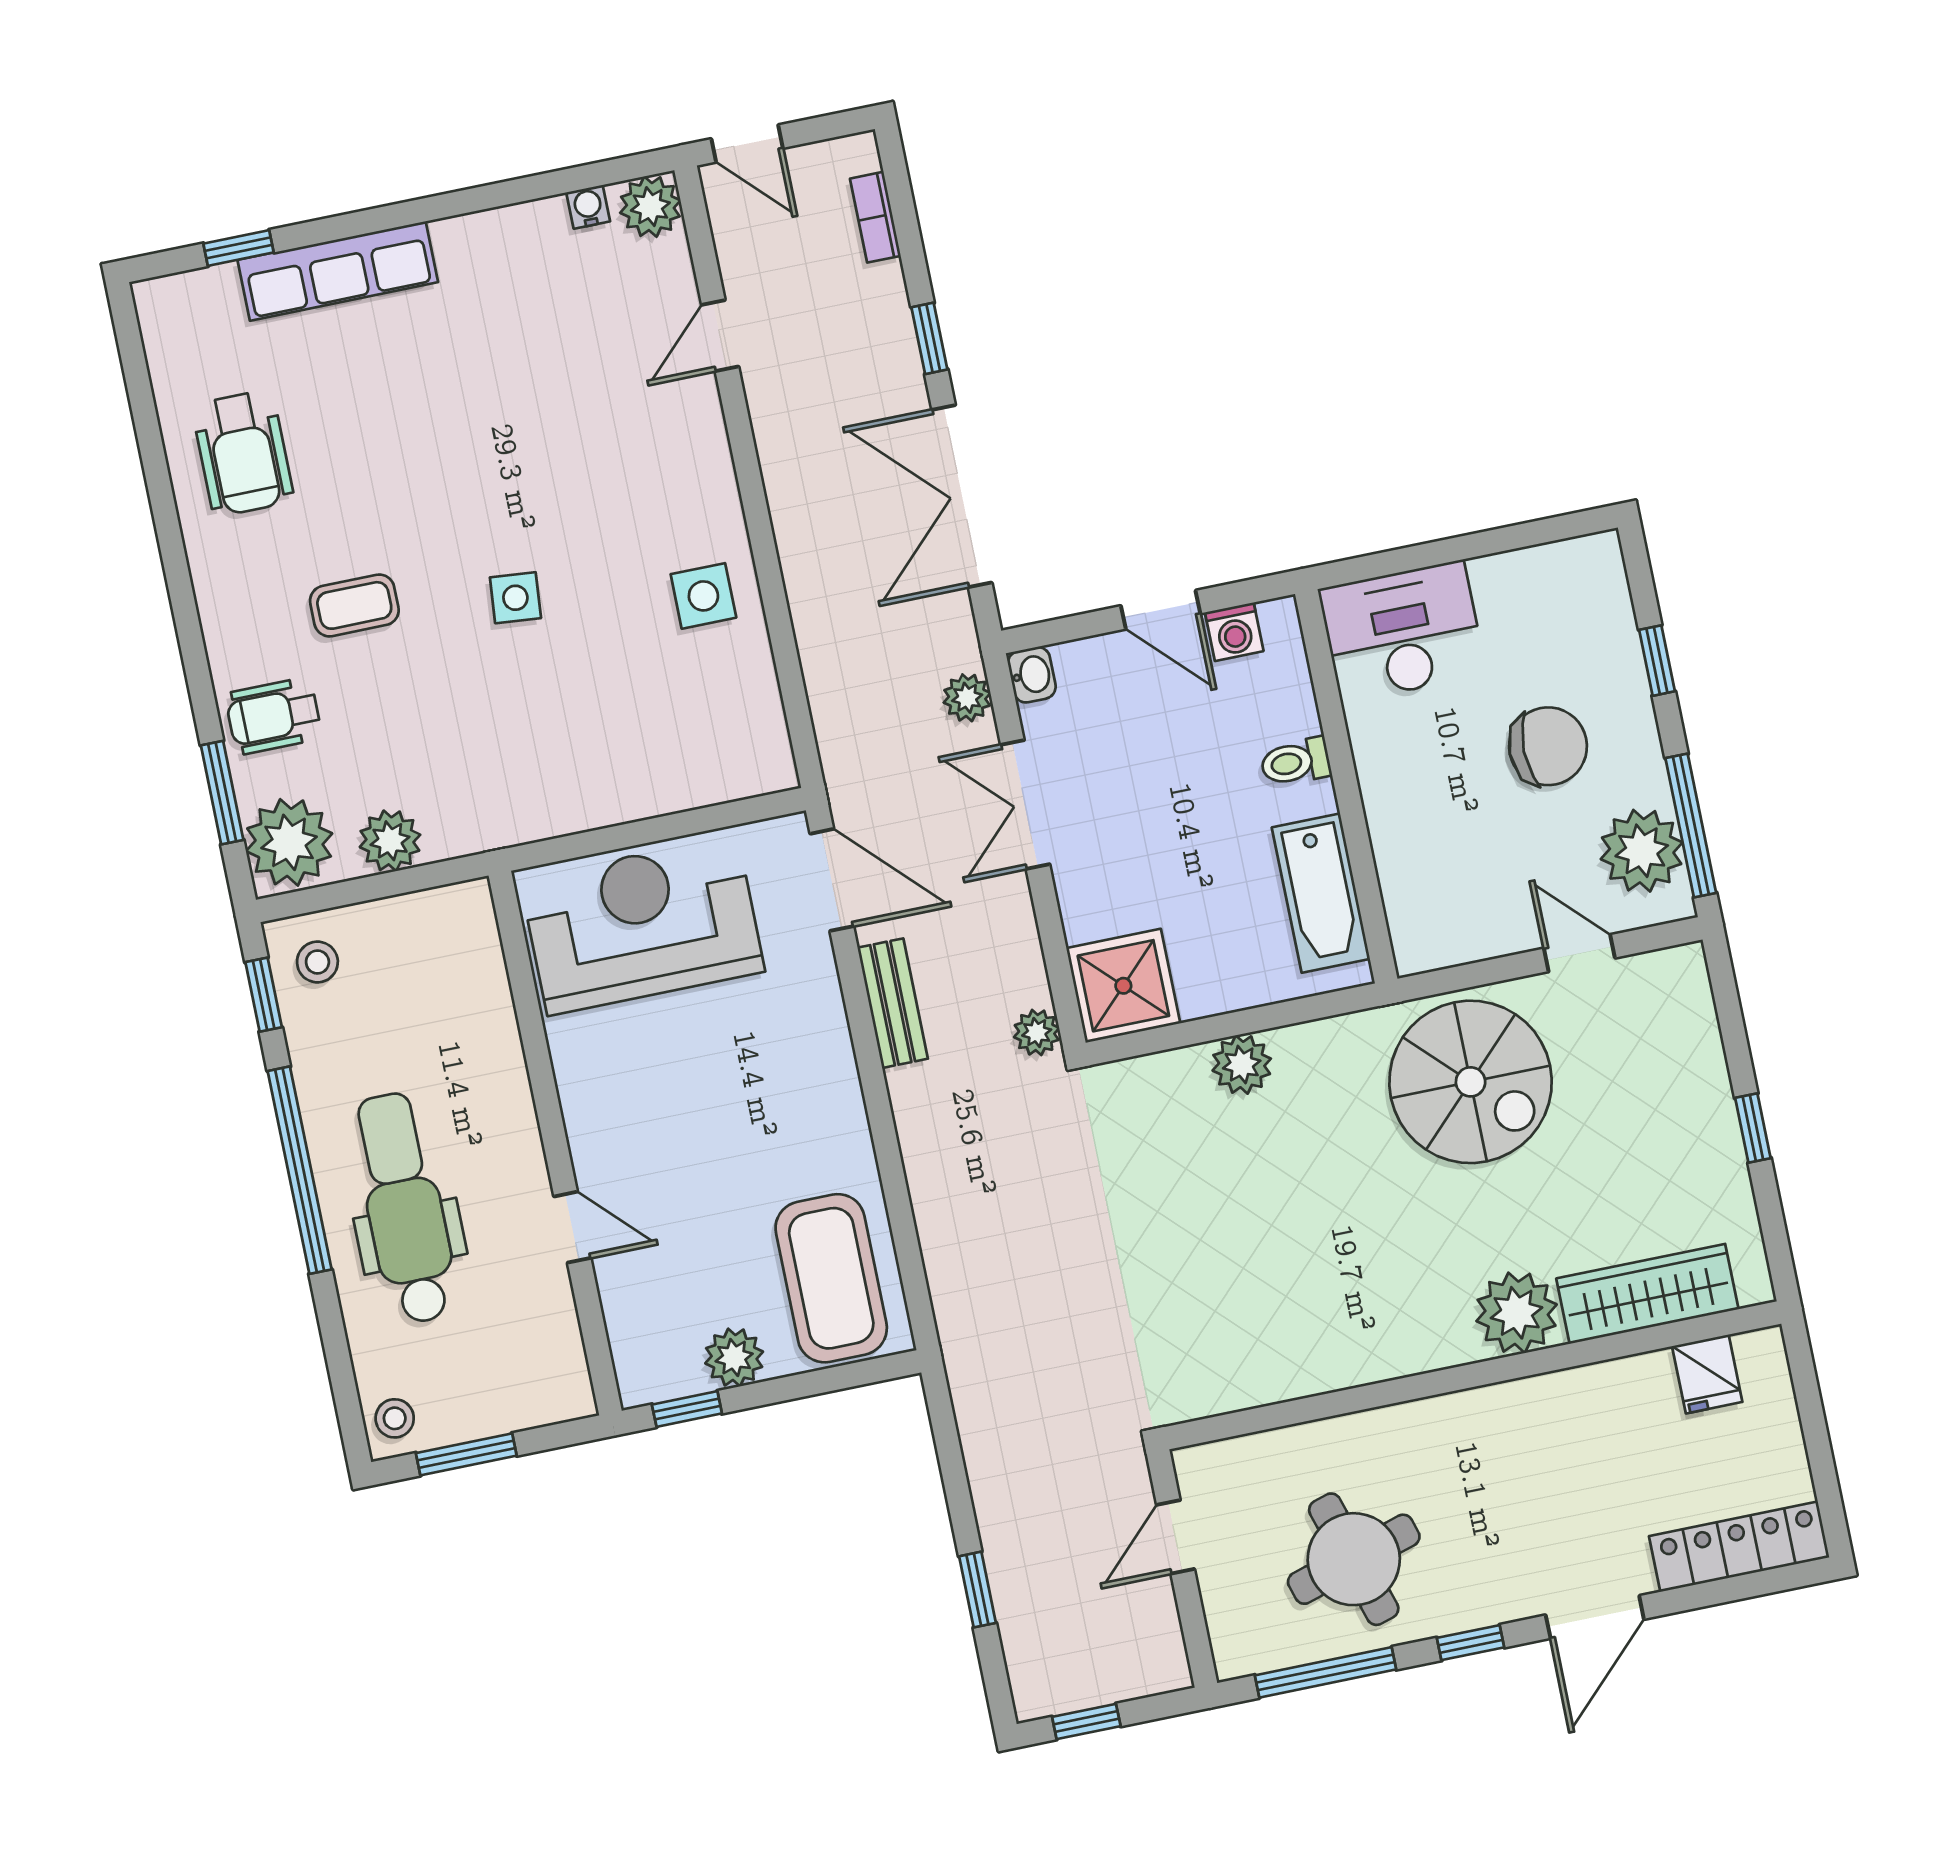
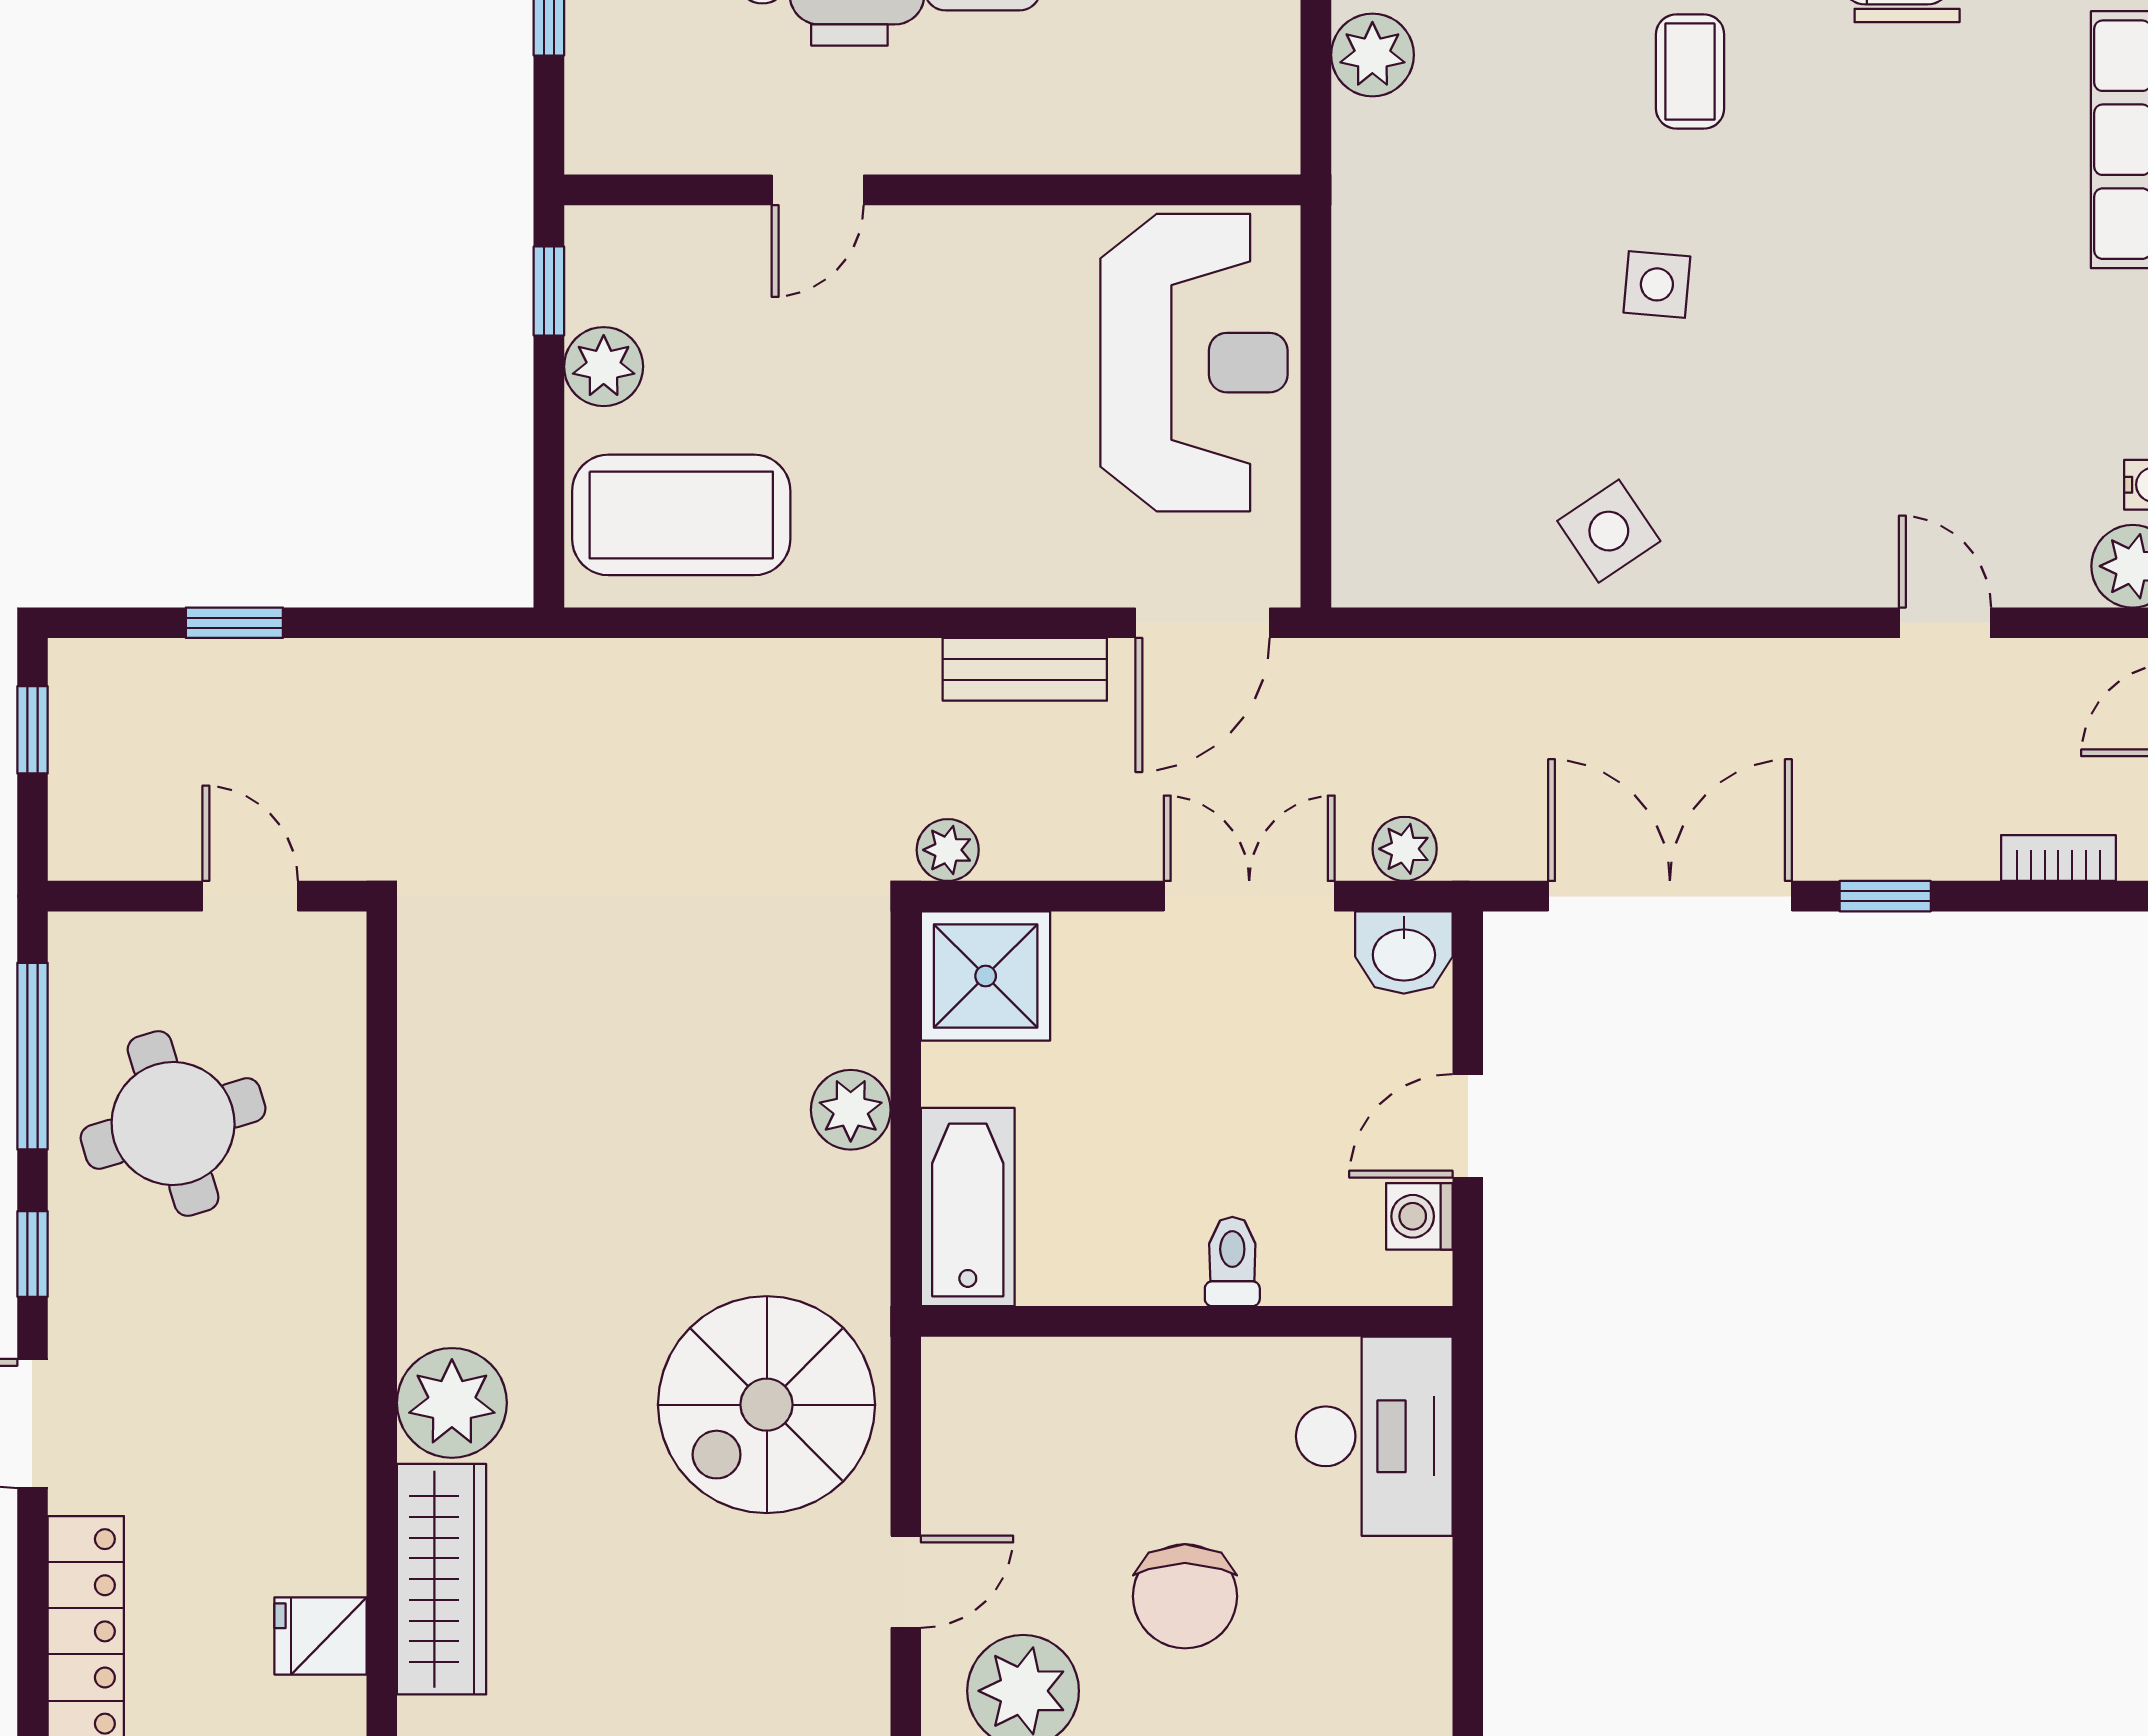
side table: (703, 596) -> (1609, 531), turned -34
washbasin: (1032, 675) -> (1404, 953), width x1.38, depth x1.45
bathtub: (1321, 893) -> (968, 1207), moved, turned 90

